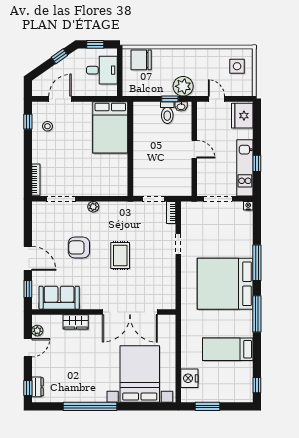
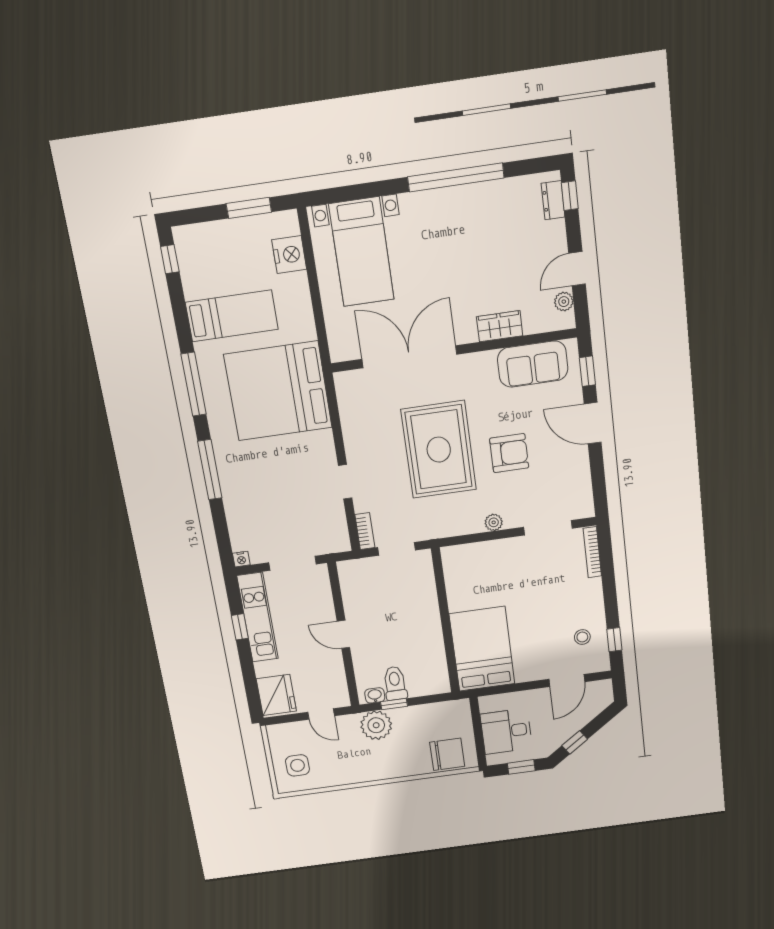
rug: (120, 255) -> (439, 450), width x1.86, depth x2.06
bed: (225, 284) -> (278, 391), moved, turned 180
bed with nightstands: (140, 374) -> (362, 252), width x0.73

